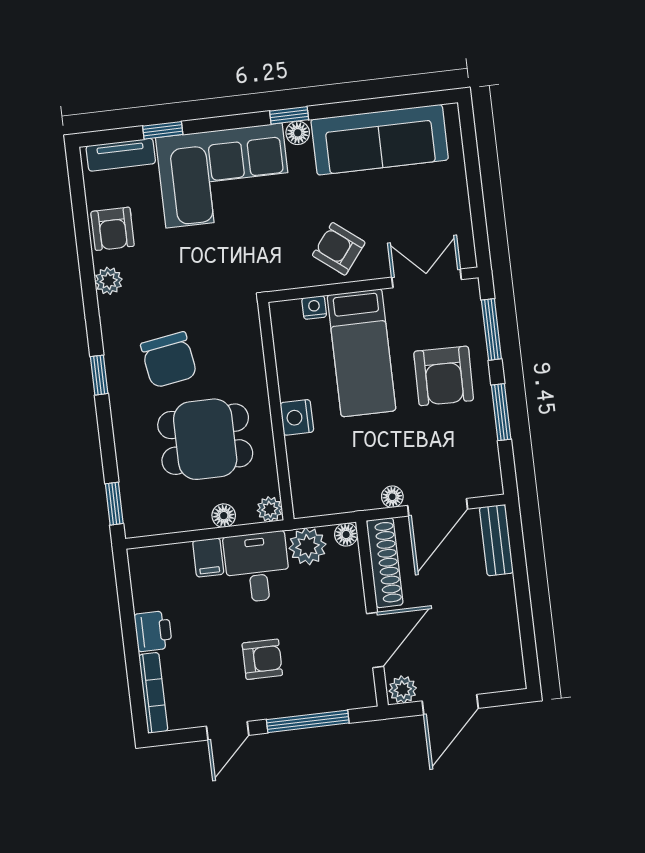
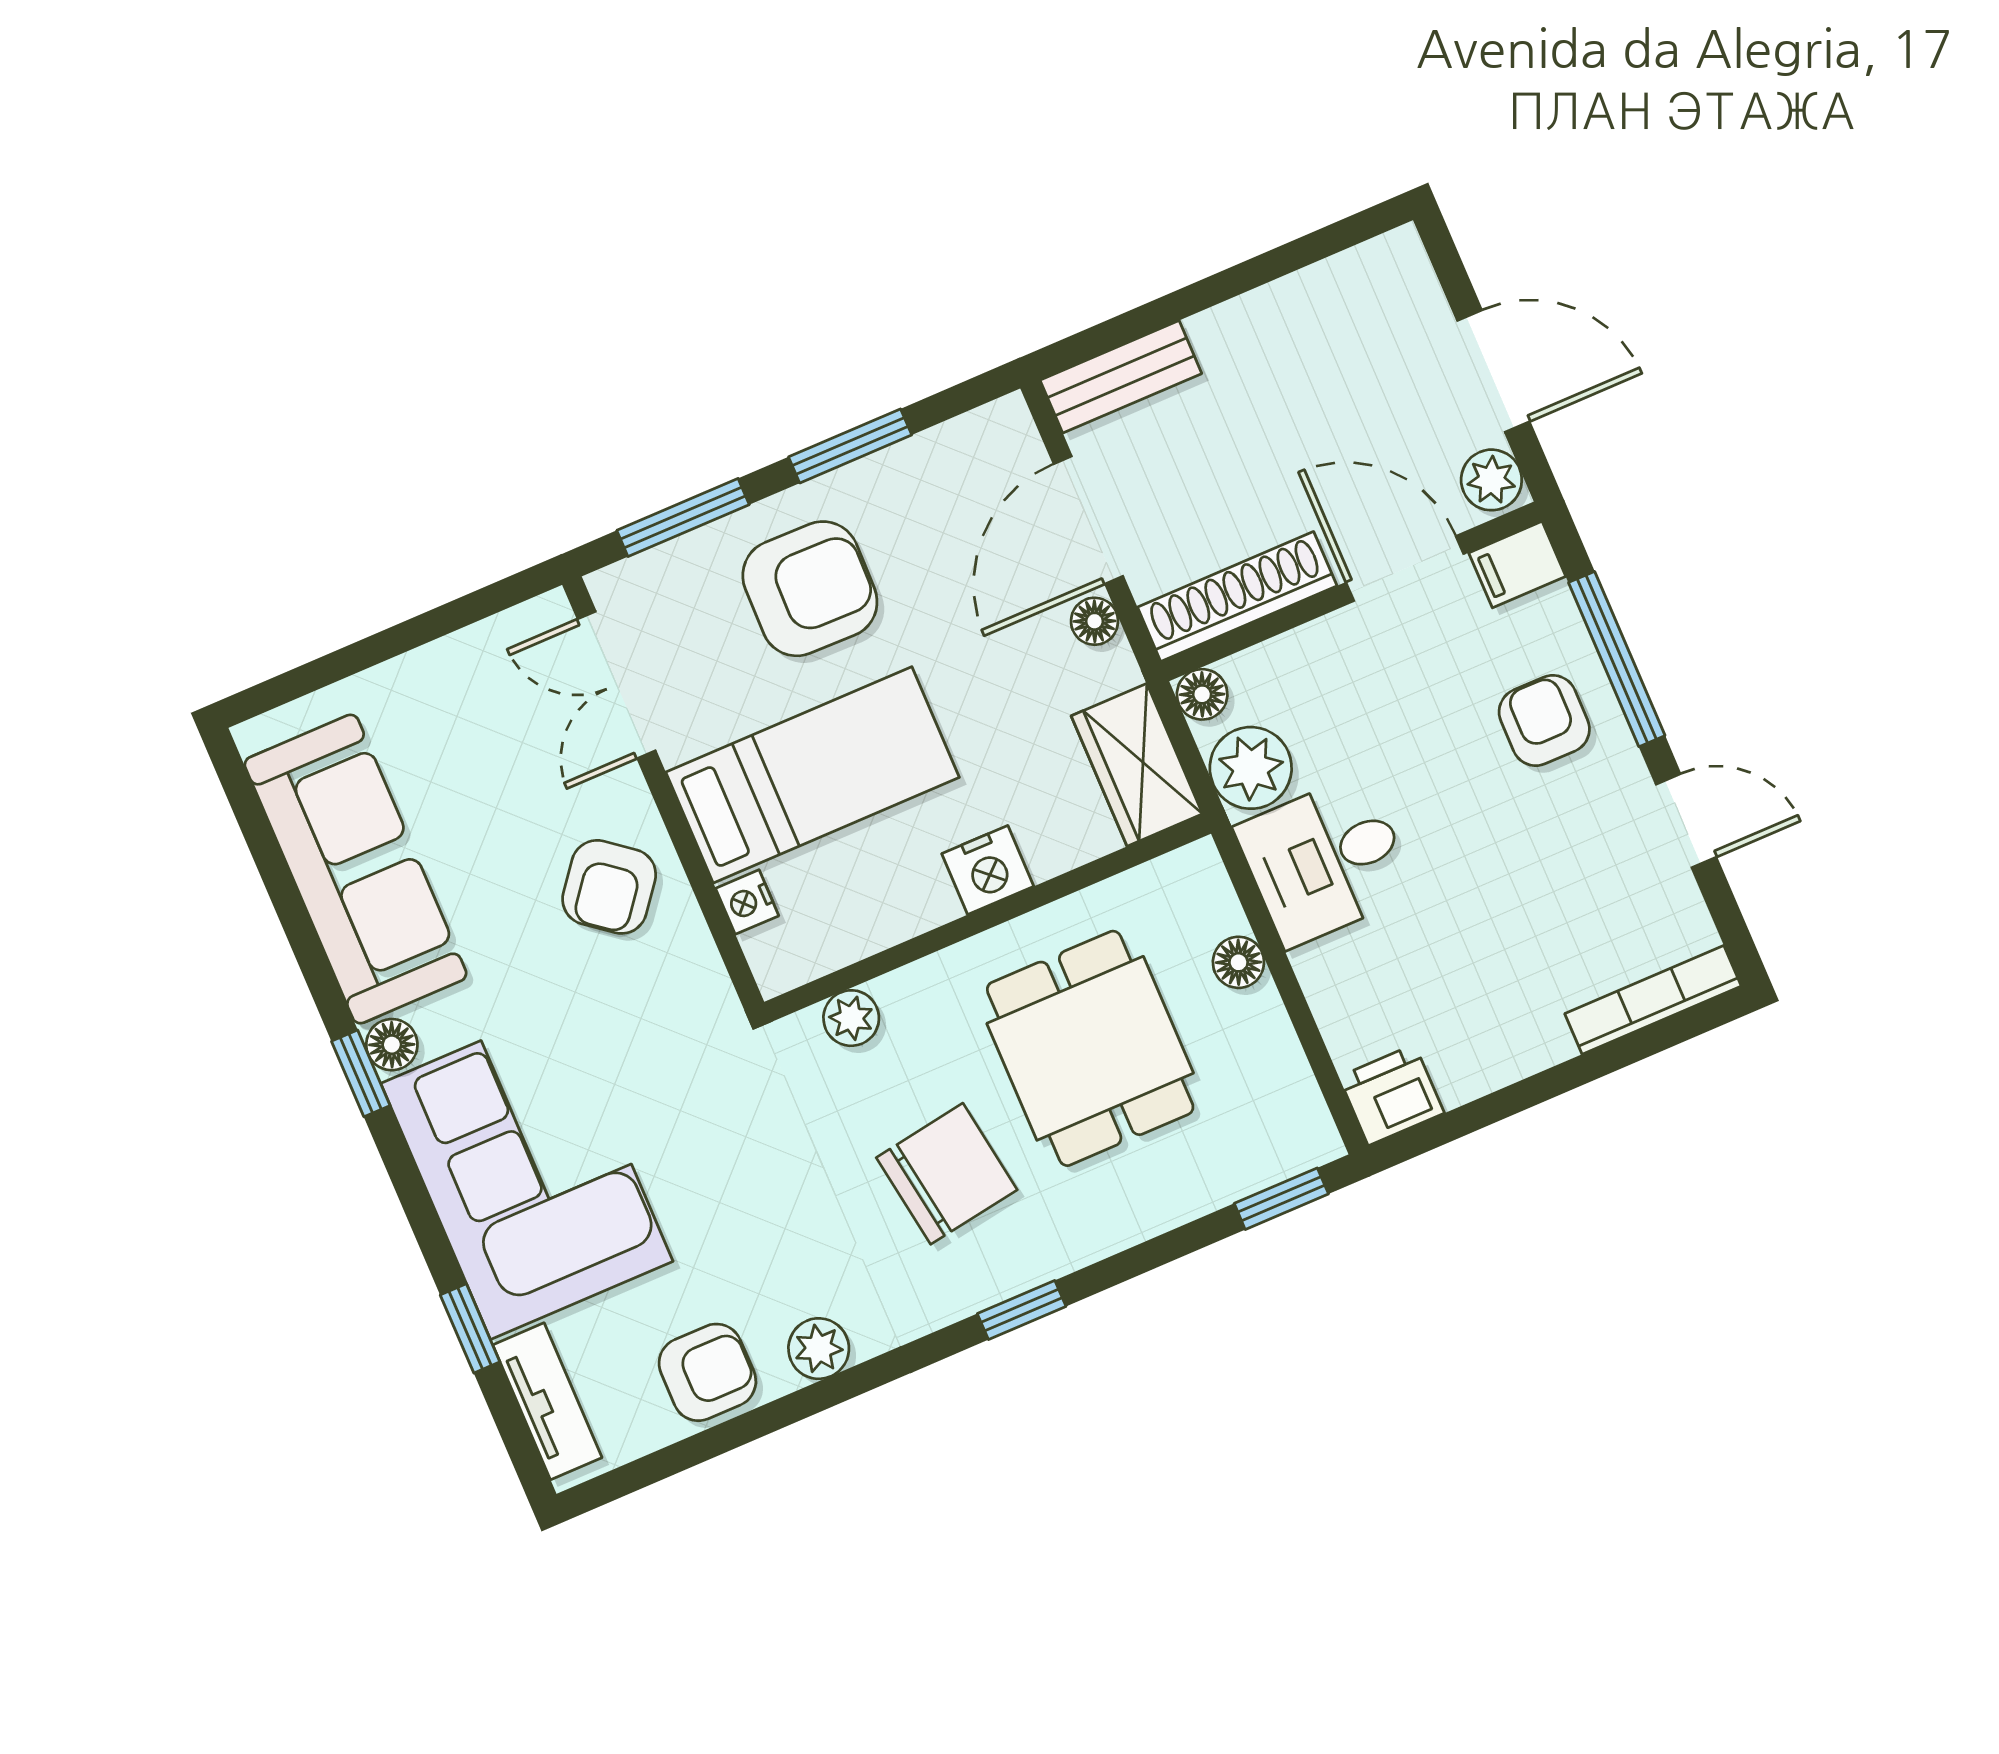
wardrobe: (324, 497) -> (1137, 765), added
door: (438, 507) -> (1088, 520), swing flipped
plant: (270, 509) -> (851, 1018), moved
filing cabinet: (208, 558) -> (1517, 565), moved, turned 180
printer: (153, 631) -> (1392, 1095), moved
armchair: (262, 659) -> (1544, 721), moved

